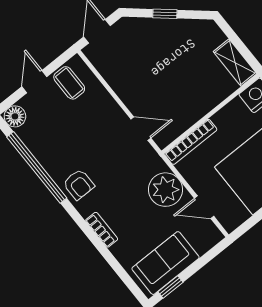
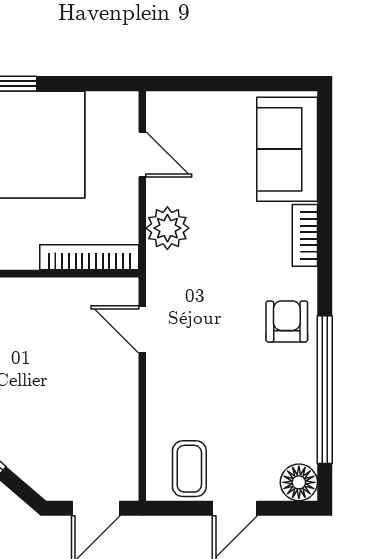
plant: (165, 190) -> (167, 228), width x0.73, depth x0.73
sofa: (166, 263) -> (287, 149), moved, turned 90
window: (170, 287) -> (274, 84), removed

